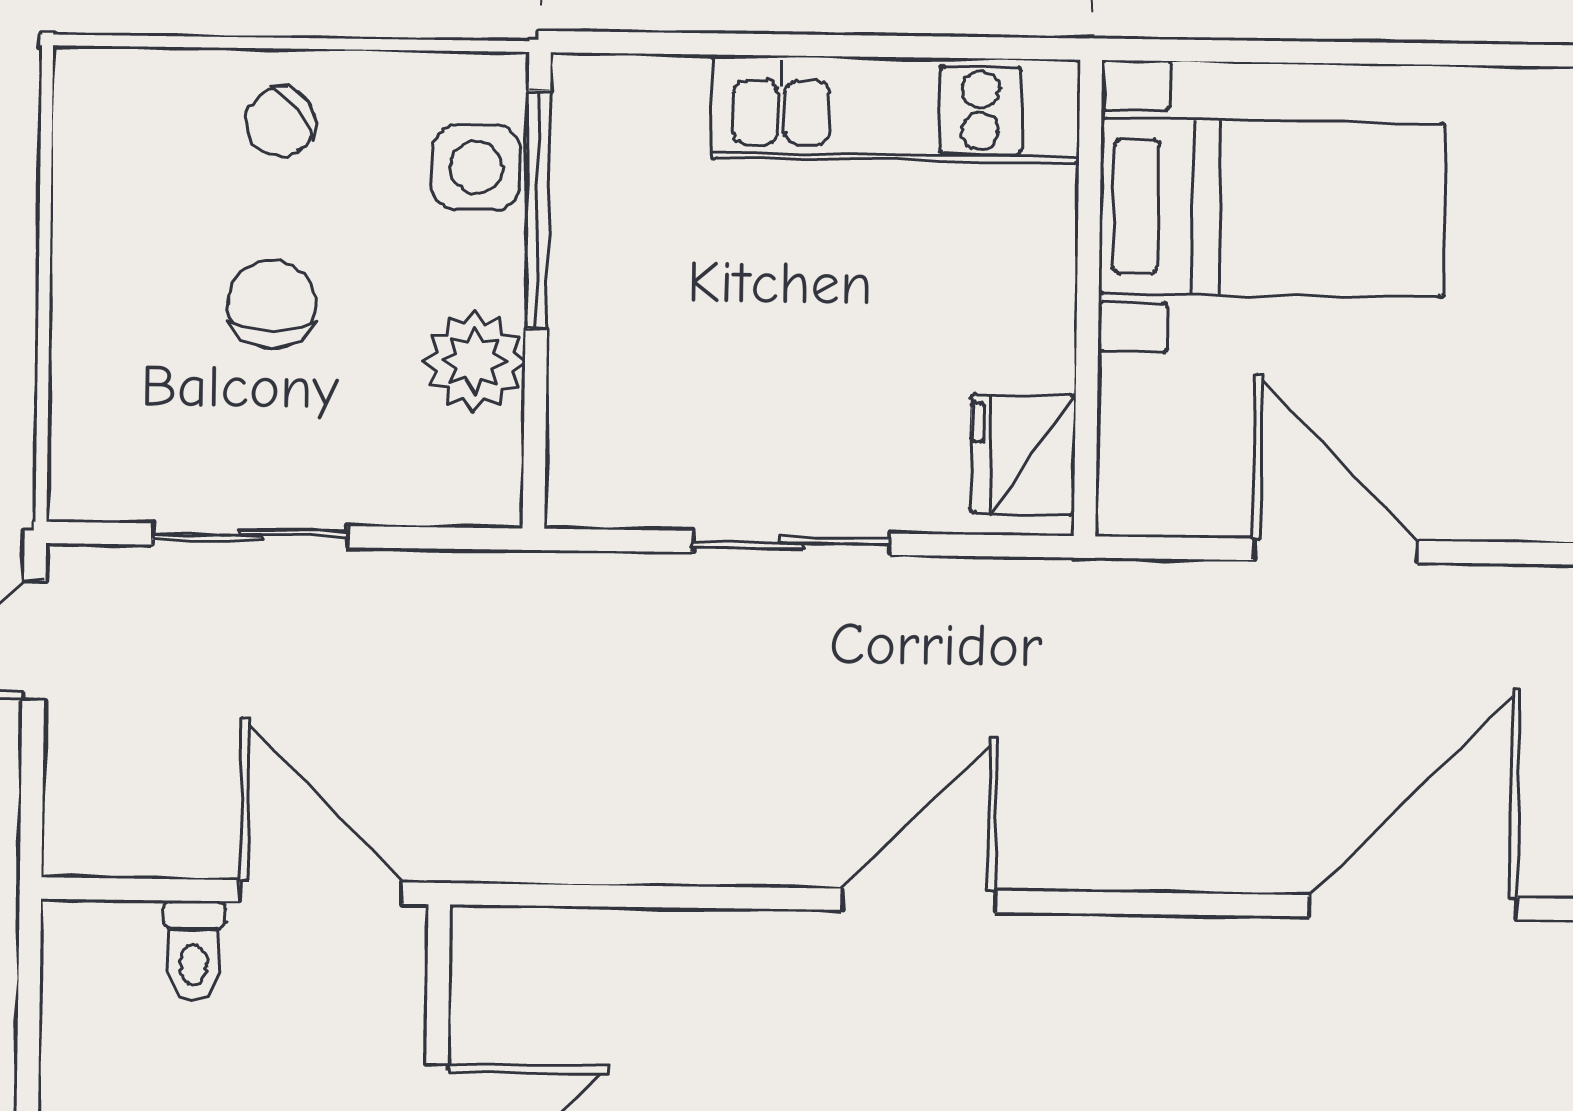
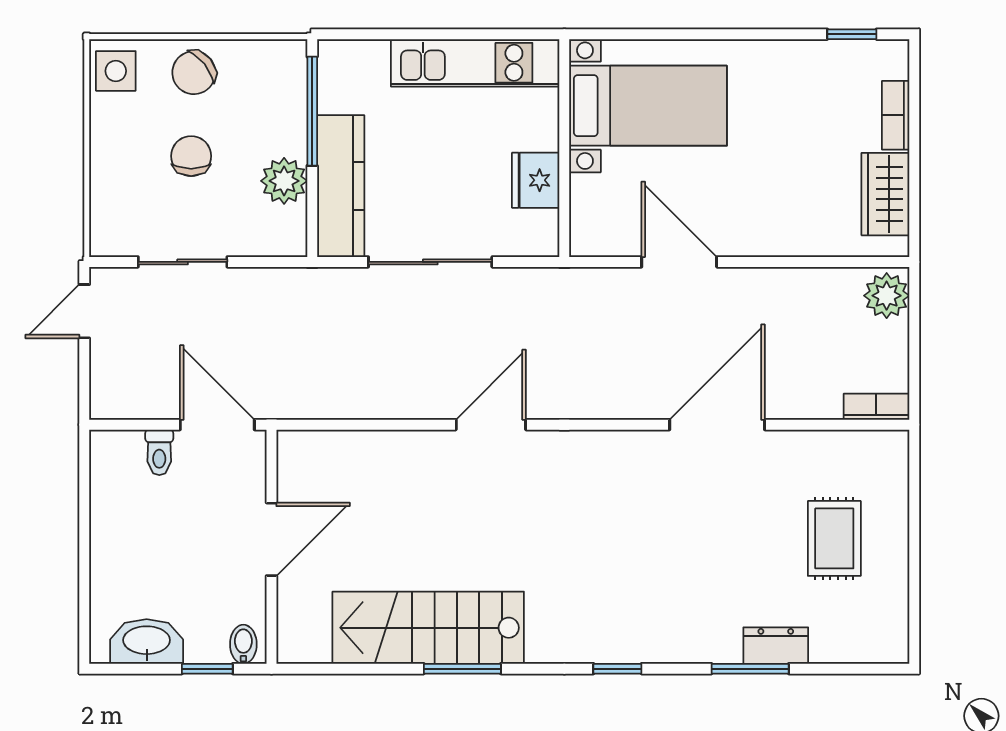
chair: (280, 122) -> (194, 73), width x1.37, depth x1.37
side table: (476, 167) -> (116, 71), moved
kitchen counter: (598, 374) -> (341, 186), added
fridge: (1023, 454) -> (536, 180), moved
sliding door: (791, 543) -> (430, 262), width x1.37

